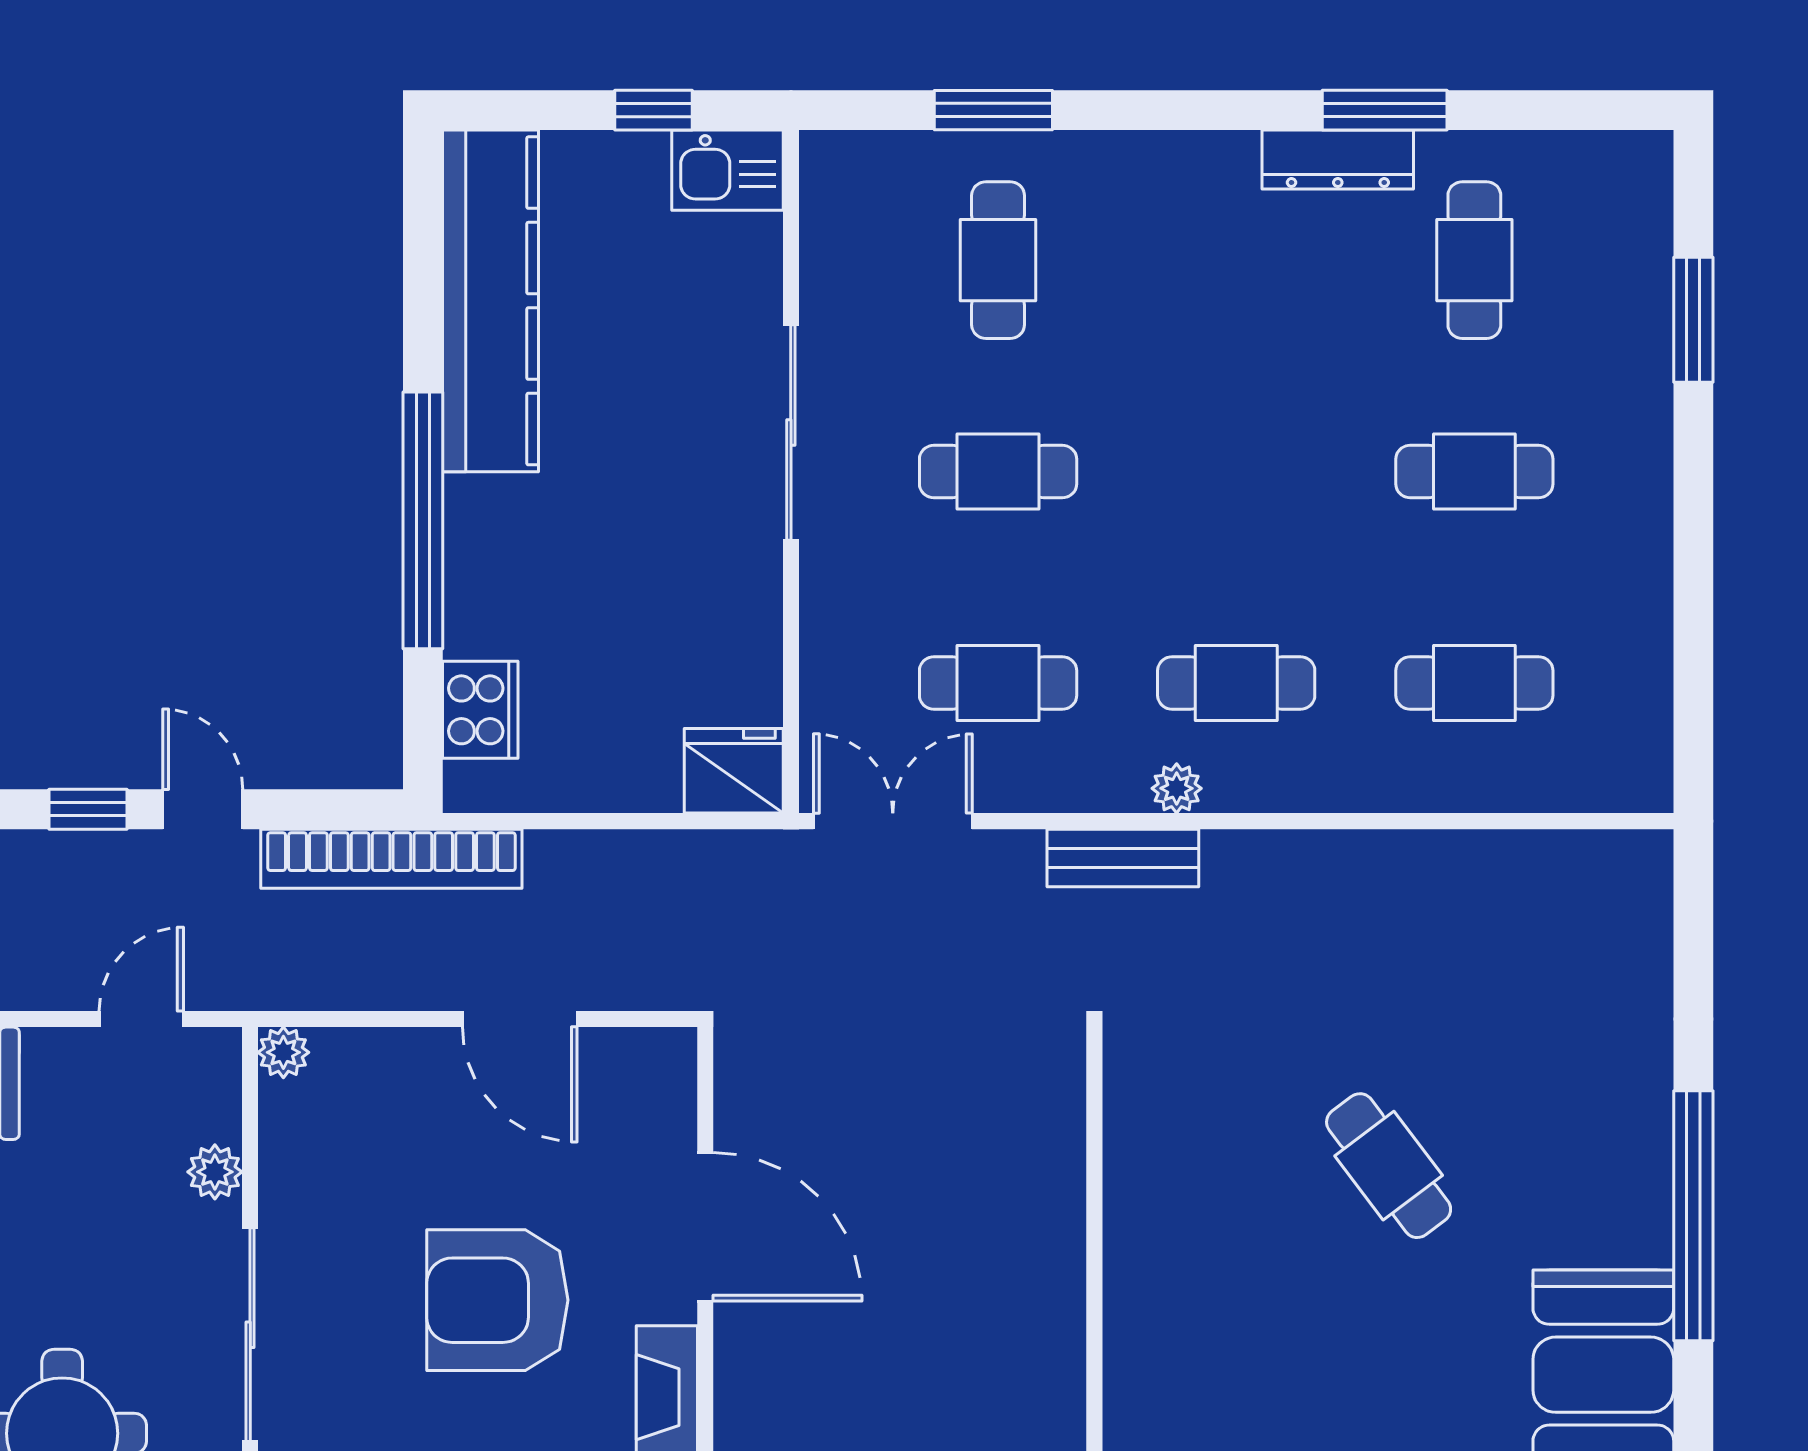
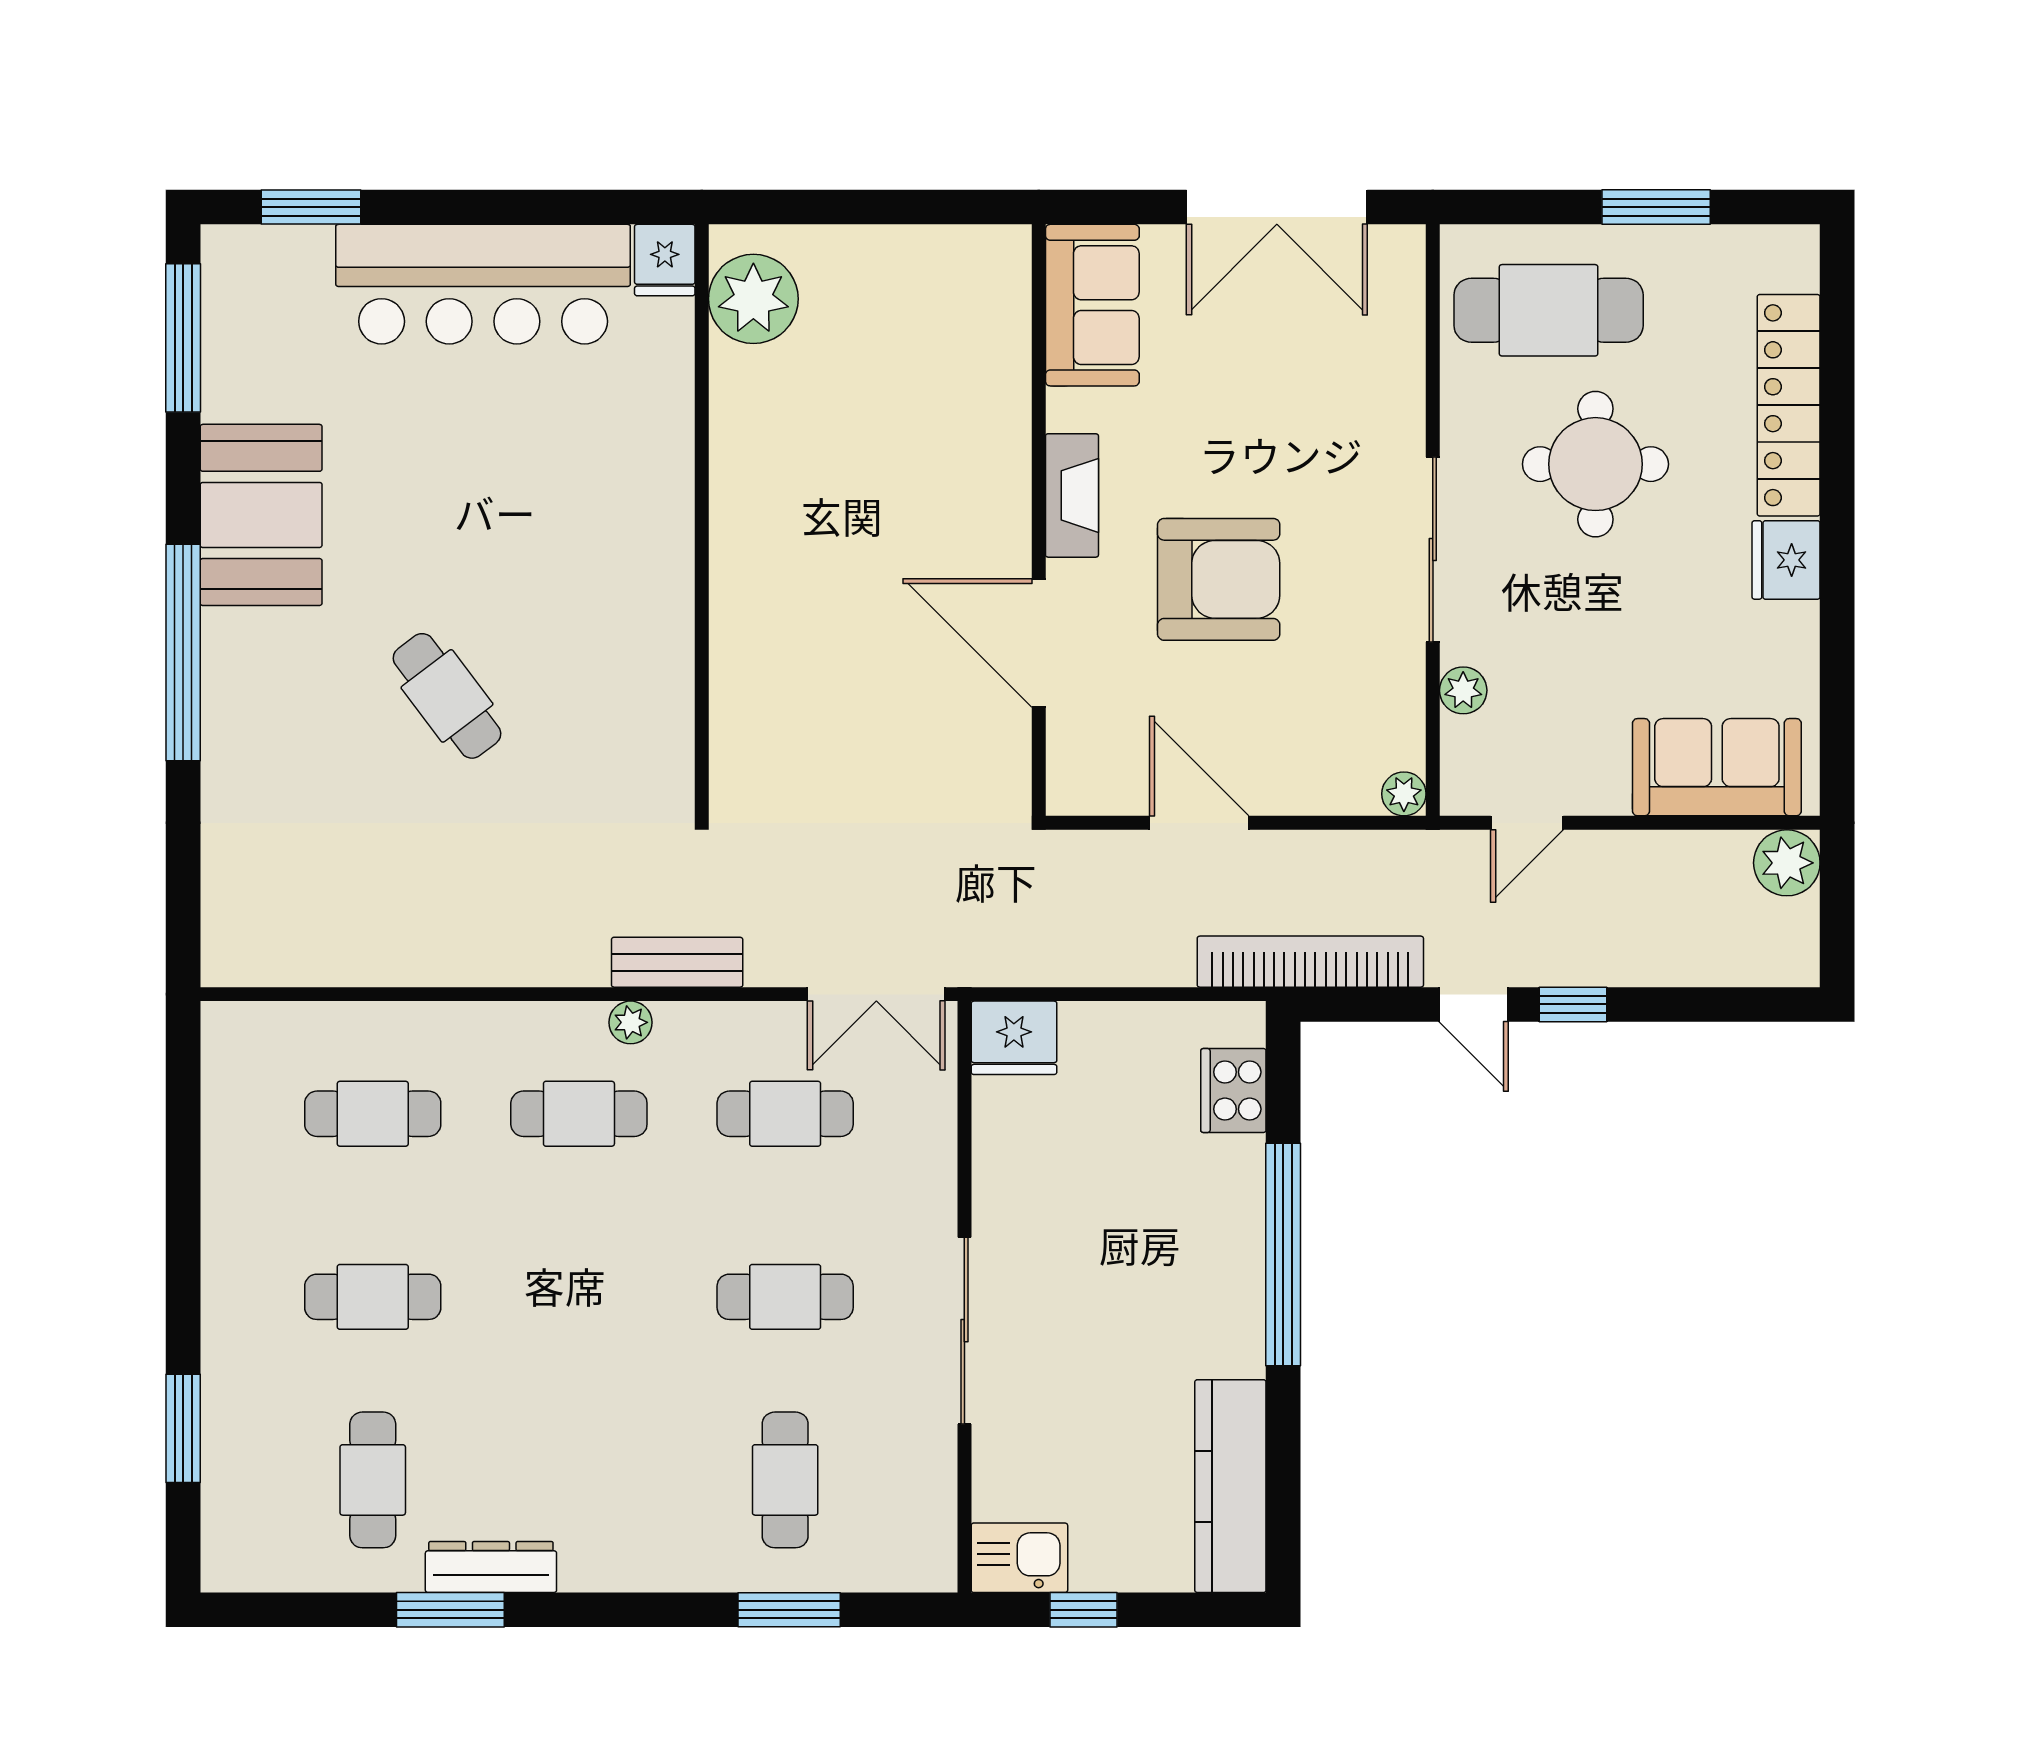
kitchen counter: (491, 301) -> (1230, 1486), width x0.72, depth x0.86

